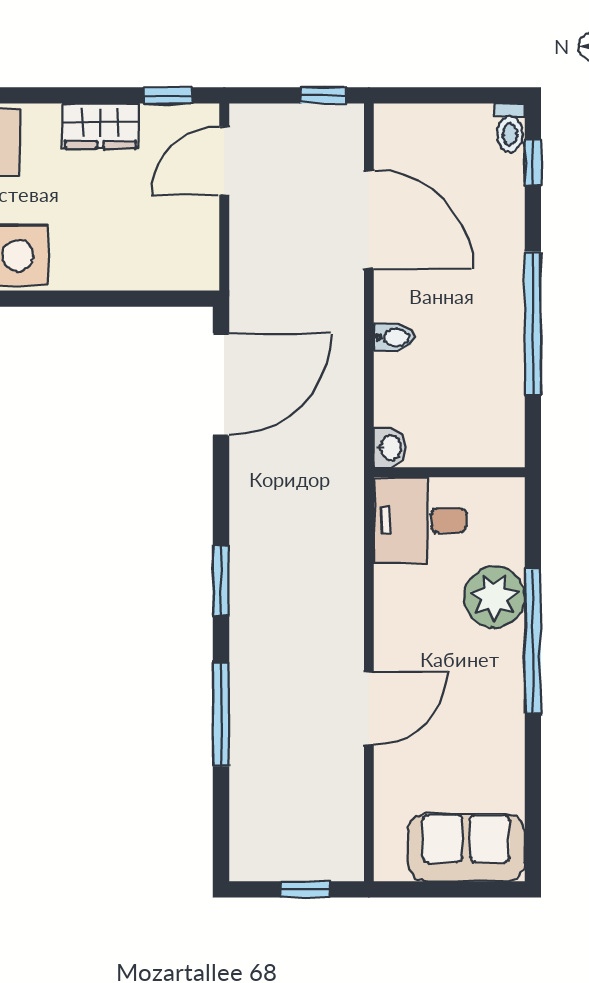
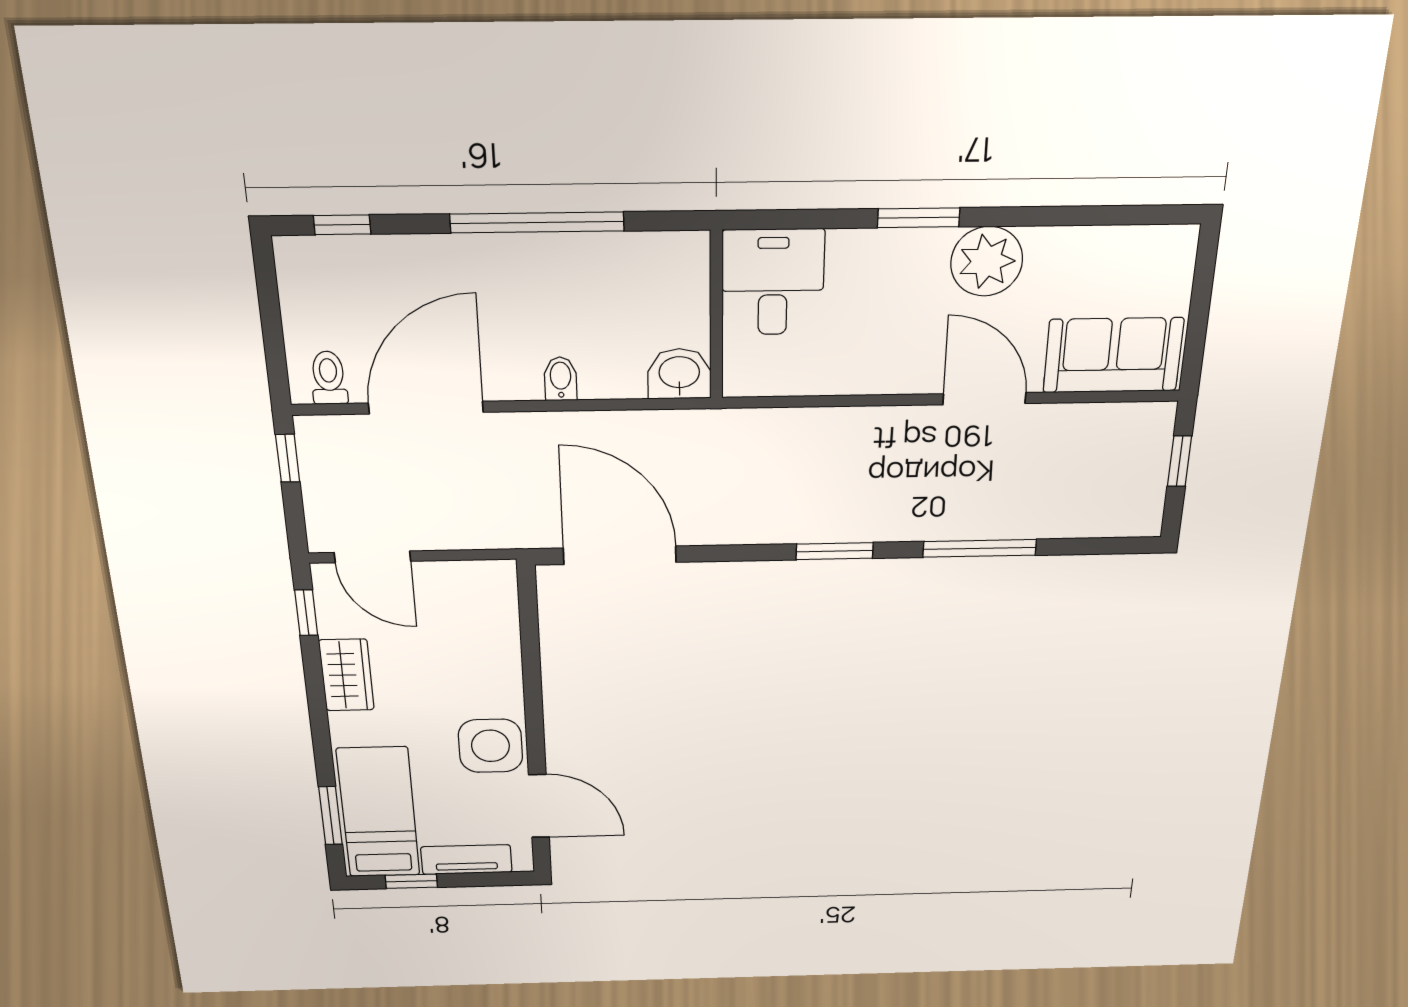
toilet: (510, 128) -> (329, 378), moved, turned -90
washbasin: (390, 448) -> (679, 374), width x1.38, depth x1.45
desk: (420, 520) -> (773, 282), moved, turned 180
plant: (494, 597) -> (987, 261), moved
window: (533, 641) -> (919, 218), width x0.47
sofa: (466, 847) -> (1113, 355), moved, turned 90

